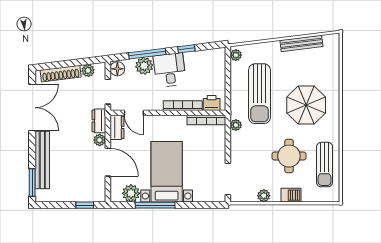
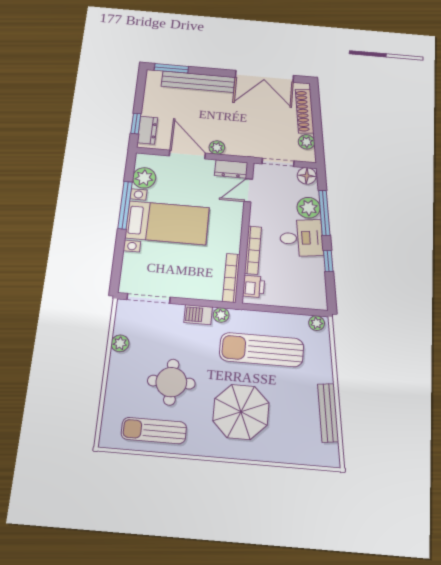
dresser: (99, 121) -> (147, 130), moved, turned 90
door: (108, 162) -> (187, 155), swing flipped
barbecue: (291, 195) -> (198, 315), moved, turned 90

